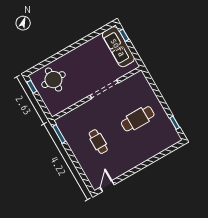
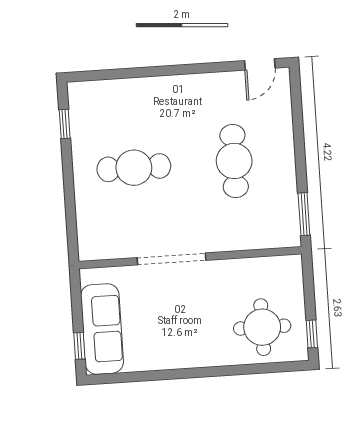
cafe table: (98, 142) -> (234, 161), width x1.37, depth x1.35

